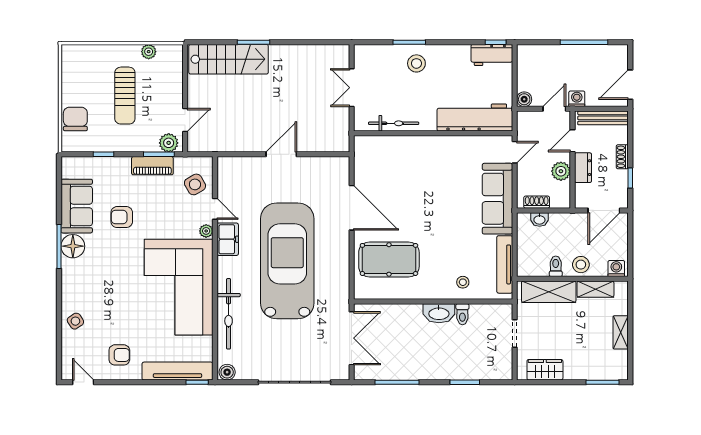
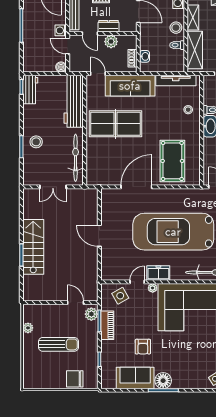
stairs: (229, 59) -> (33, 247), moved
bicycle: (394, 123) -> (76, 158), width x1.37, depth x1.40
table tennis table: (442, 178) -> (115, 124), added

